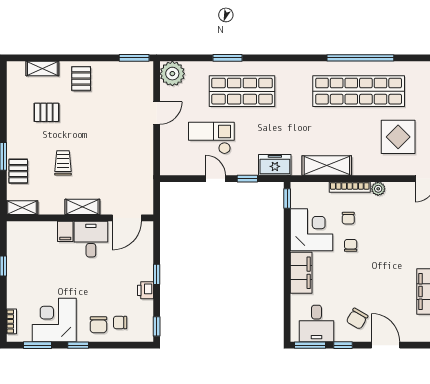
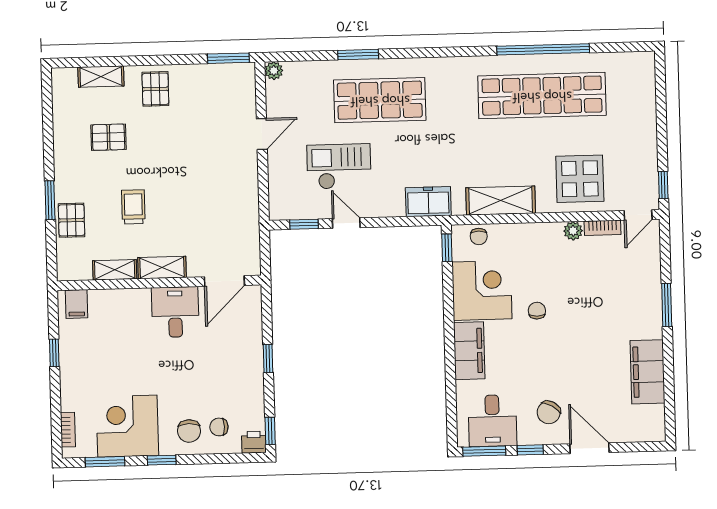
plant: (172, 74) -> (274, 71), width x0.53, depth x0.53
display table: (398, 137) -> (580, 179), moved
window: (247, 179) -> (304, 224), moved
bookcase: (350, 187) -> (602, 228), moved, width x0.64
shelving: (22, 208) -> (115, 270), moved
chair: (348, 218) -> (479, 237), moved
filing cabinet: (65, 231) -> (76, 304), moved
printer: (146, 290) -> (254, 442), moved, turned 90

